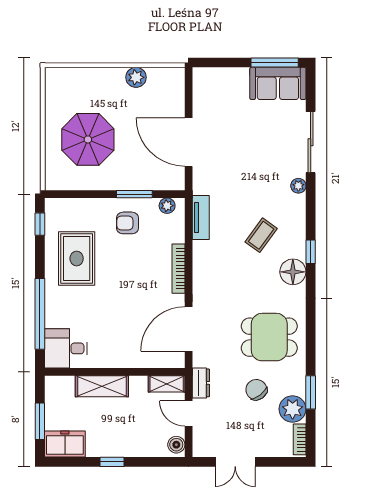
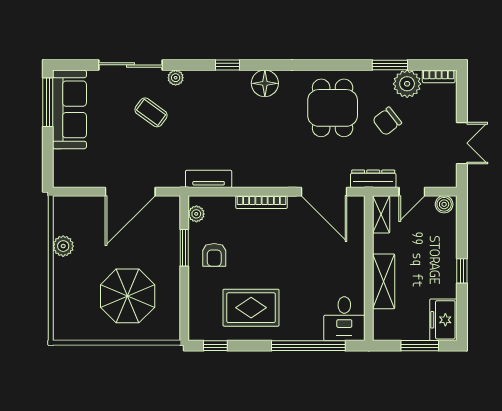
sofa: (278, 83) -> (69, 109), width x1.36
coffee table: (261, 235) -> (151, 112), moved
window: (311, 252) -> (228, 65), moved
dresser: (201, 383) -> (373, 179), width x1.44

